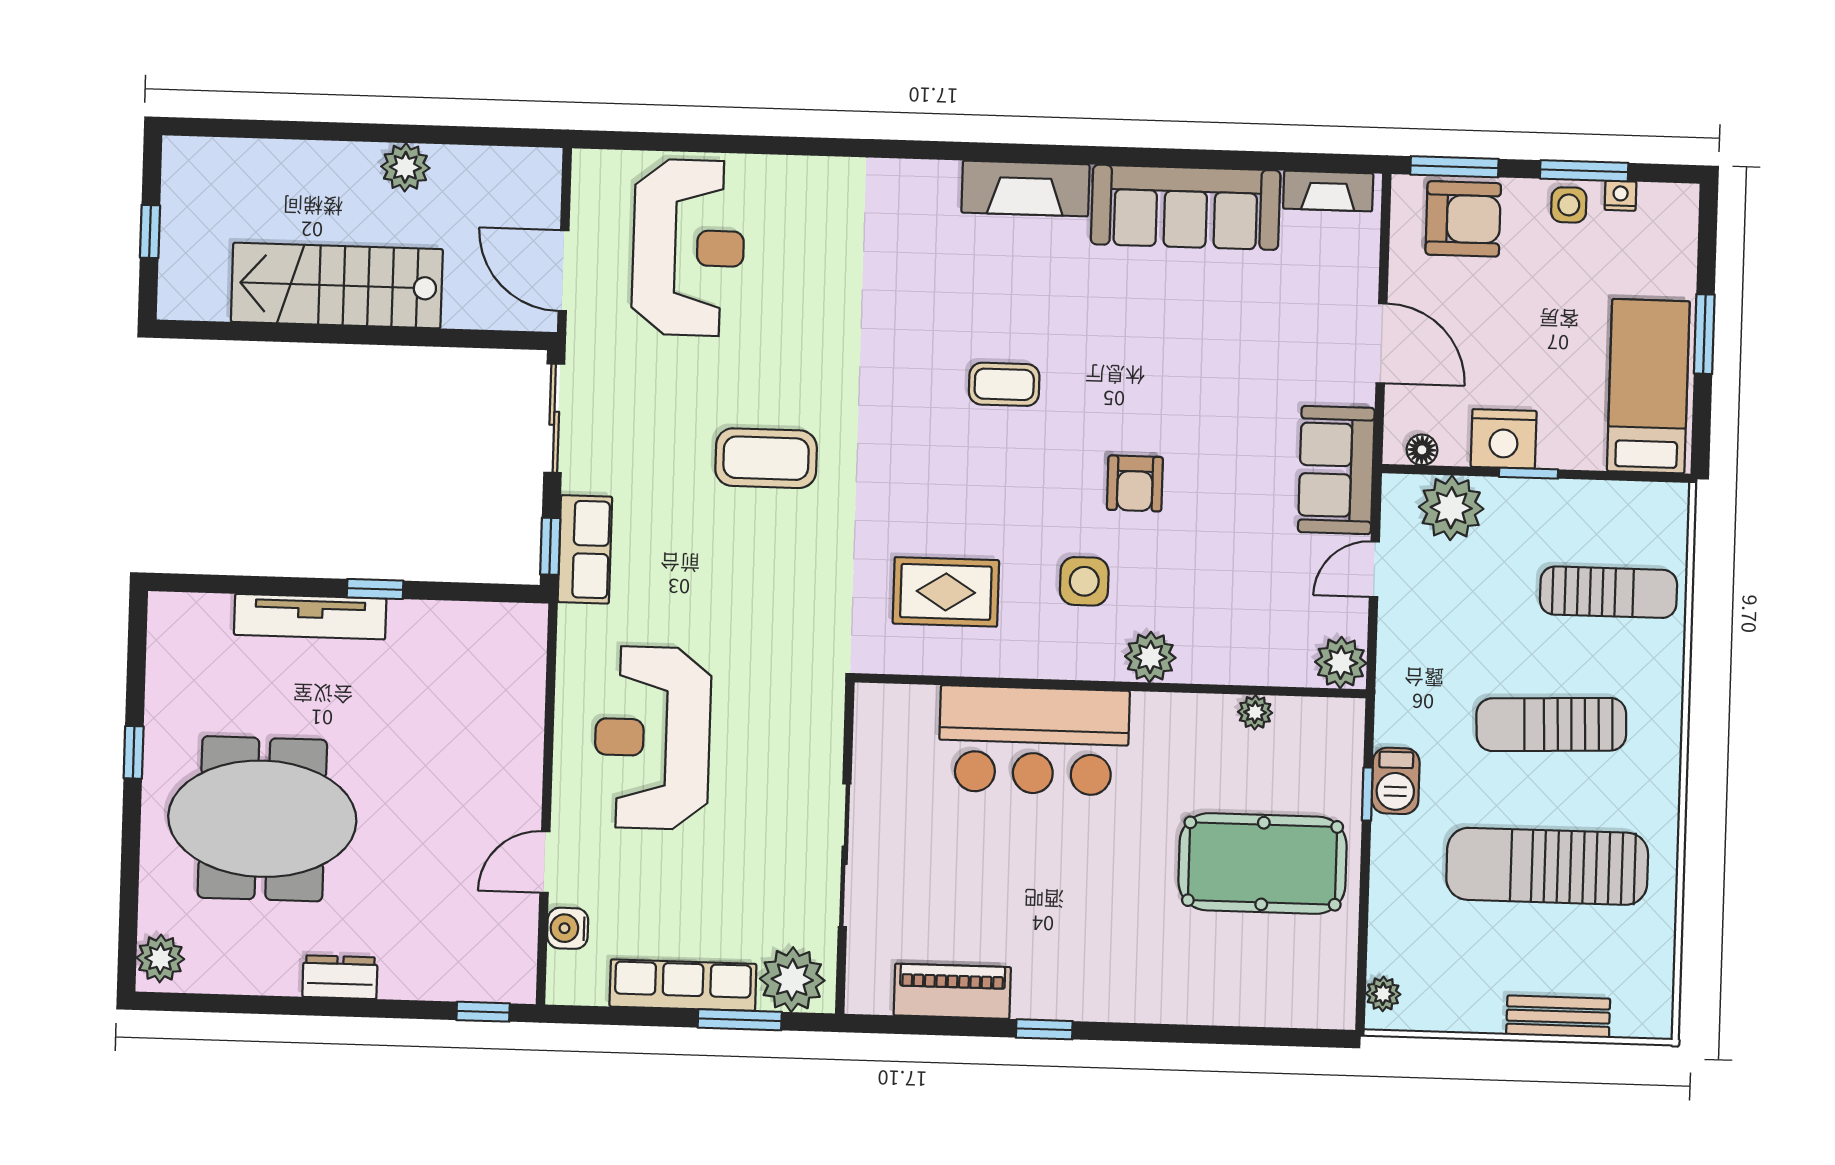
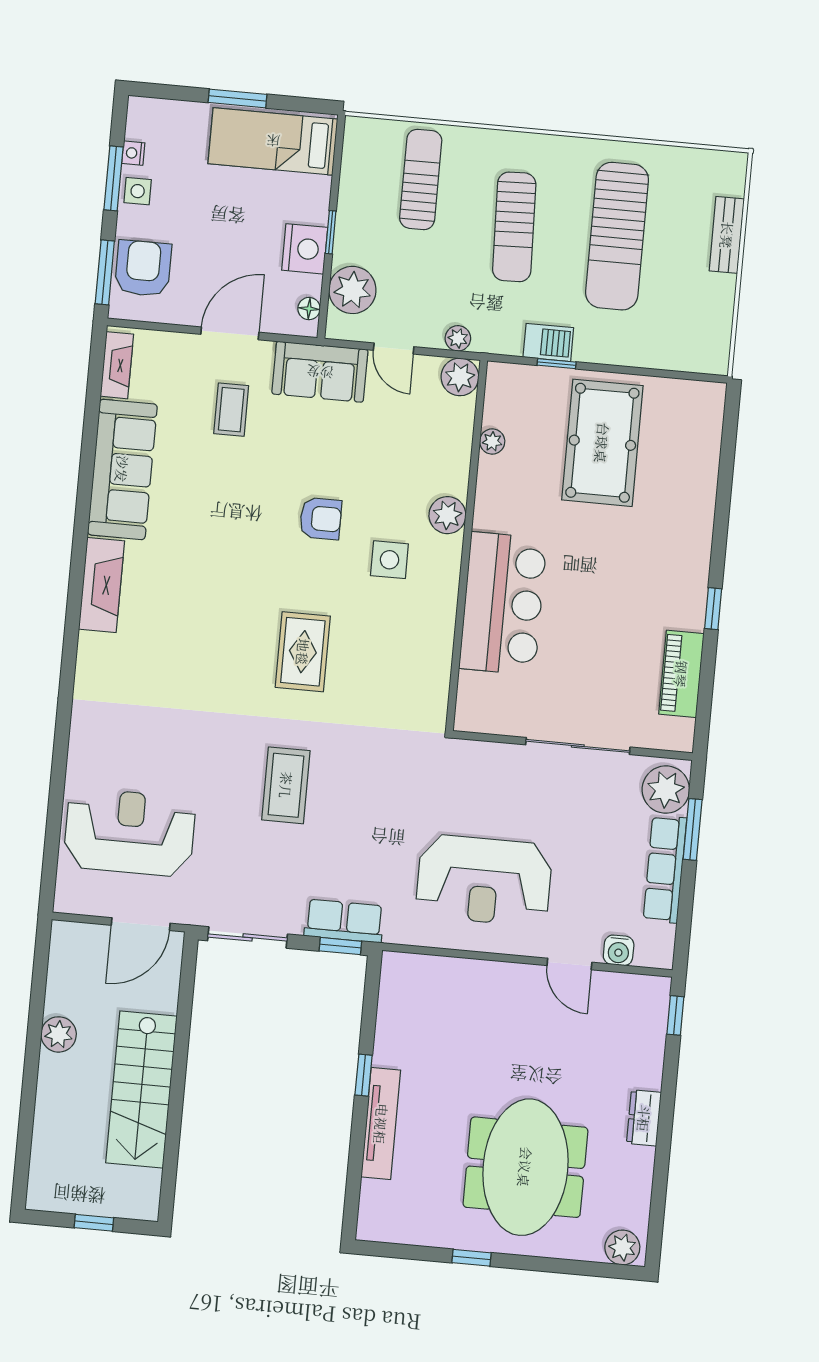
coffee table: (1004, 384) -> (231, 410), moved
rug: (946, 592) -> (303, 652), moved
plant: (1383, 994) -> (458, 338), moved

